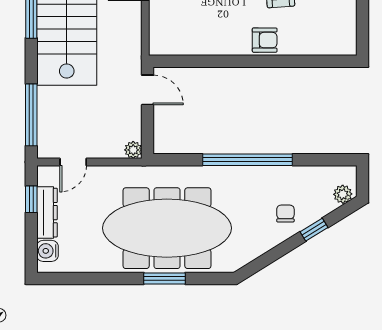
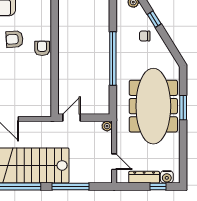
window: (31, 115) -> (70, 186), moved
window: (31, 199) -> (158, 186), moved

